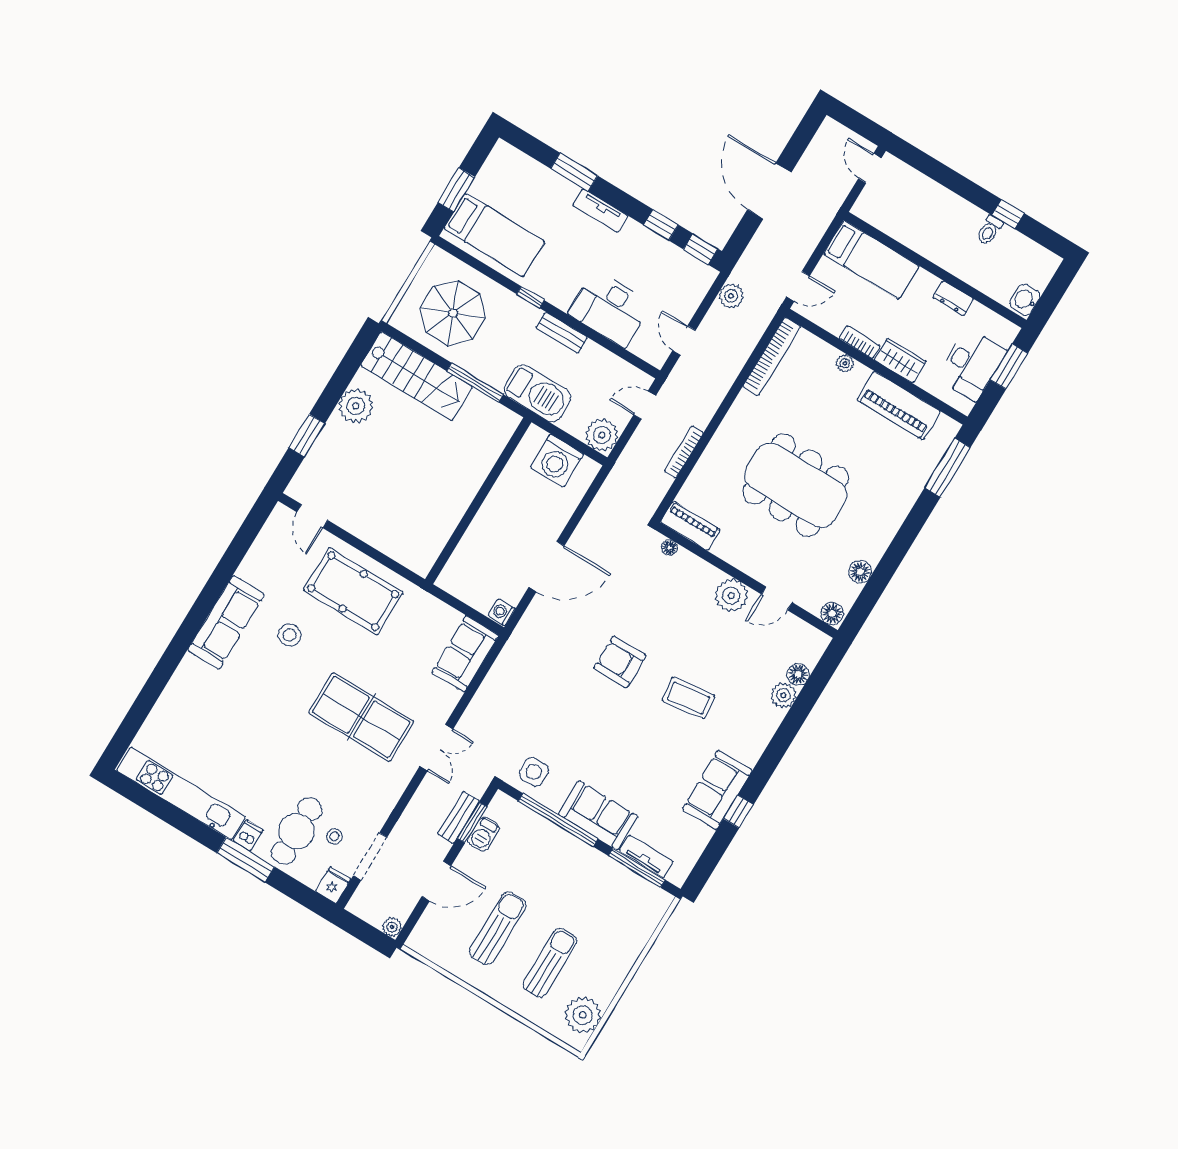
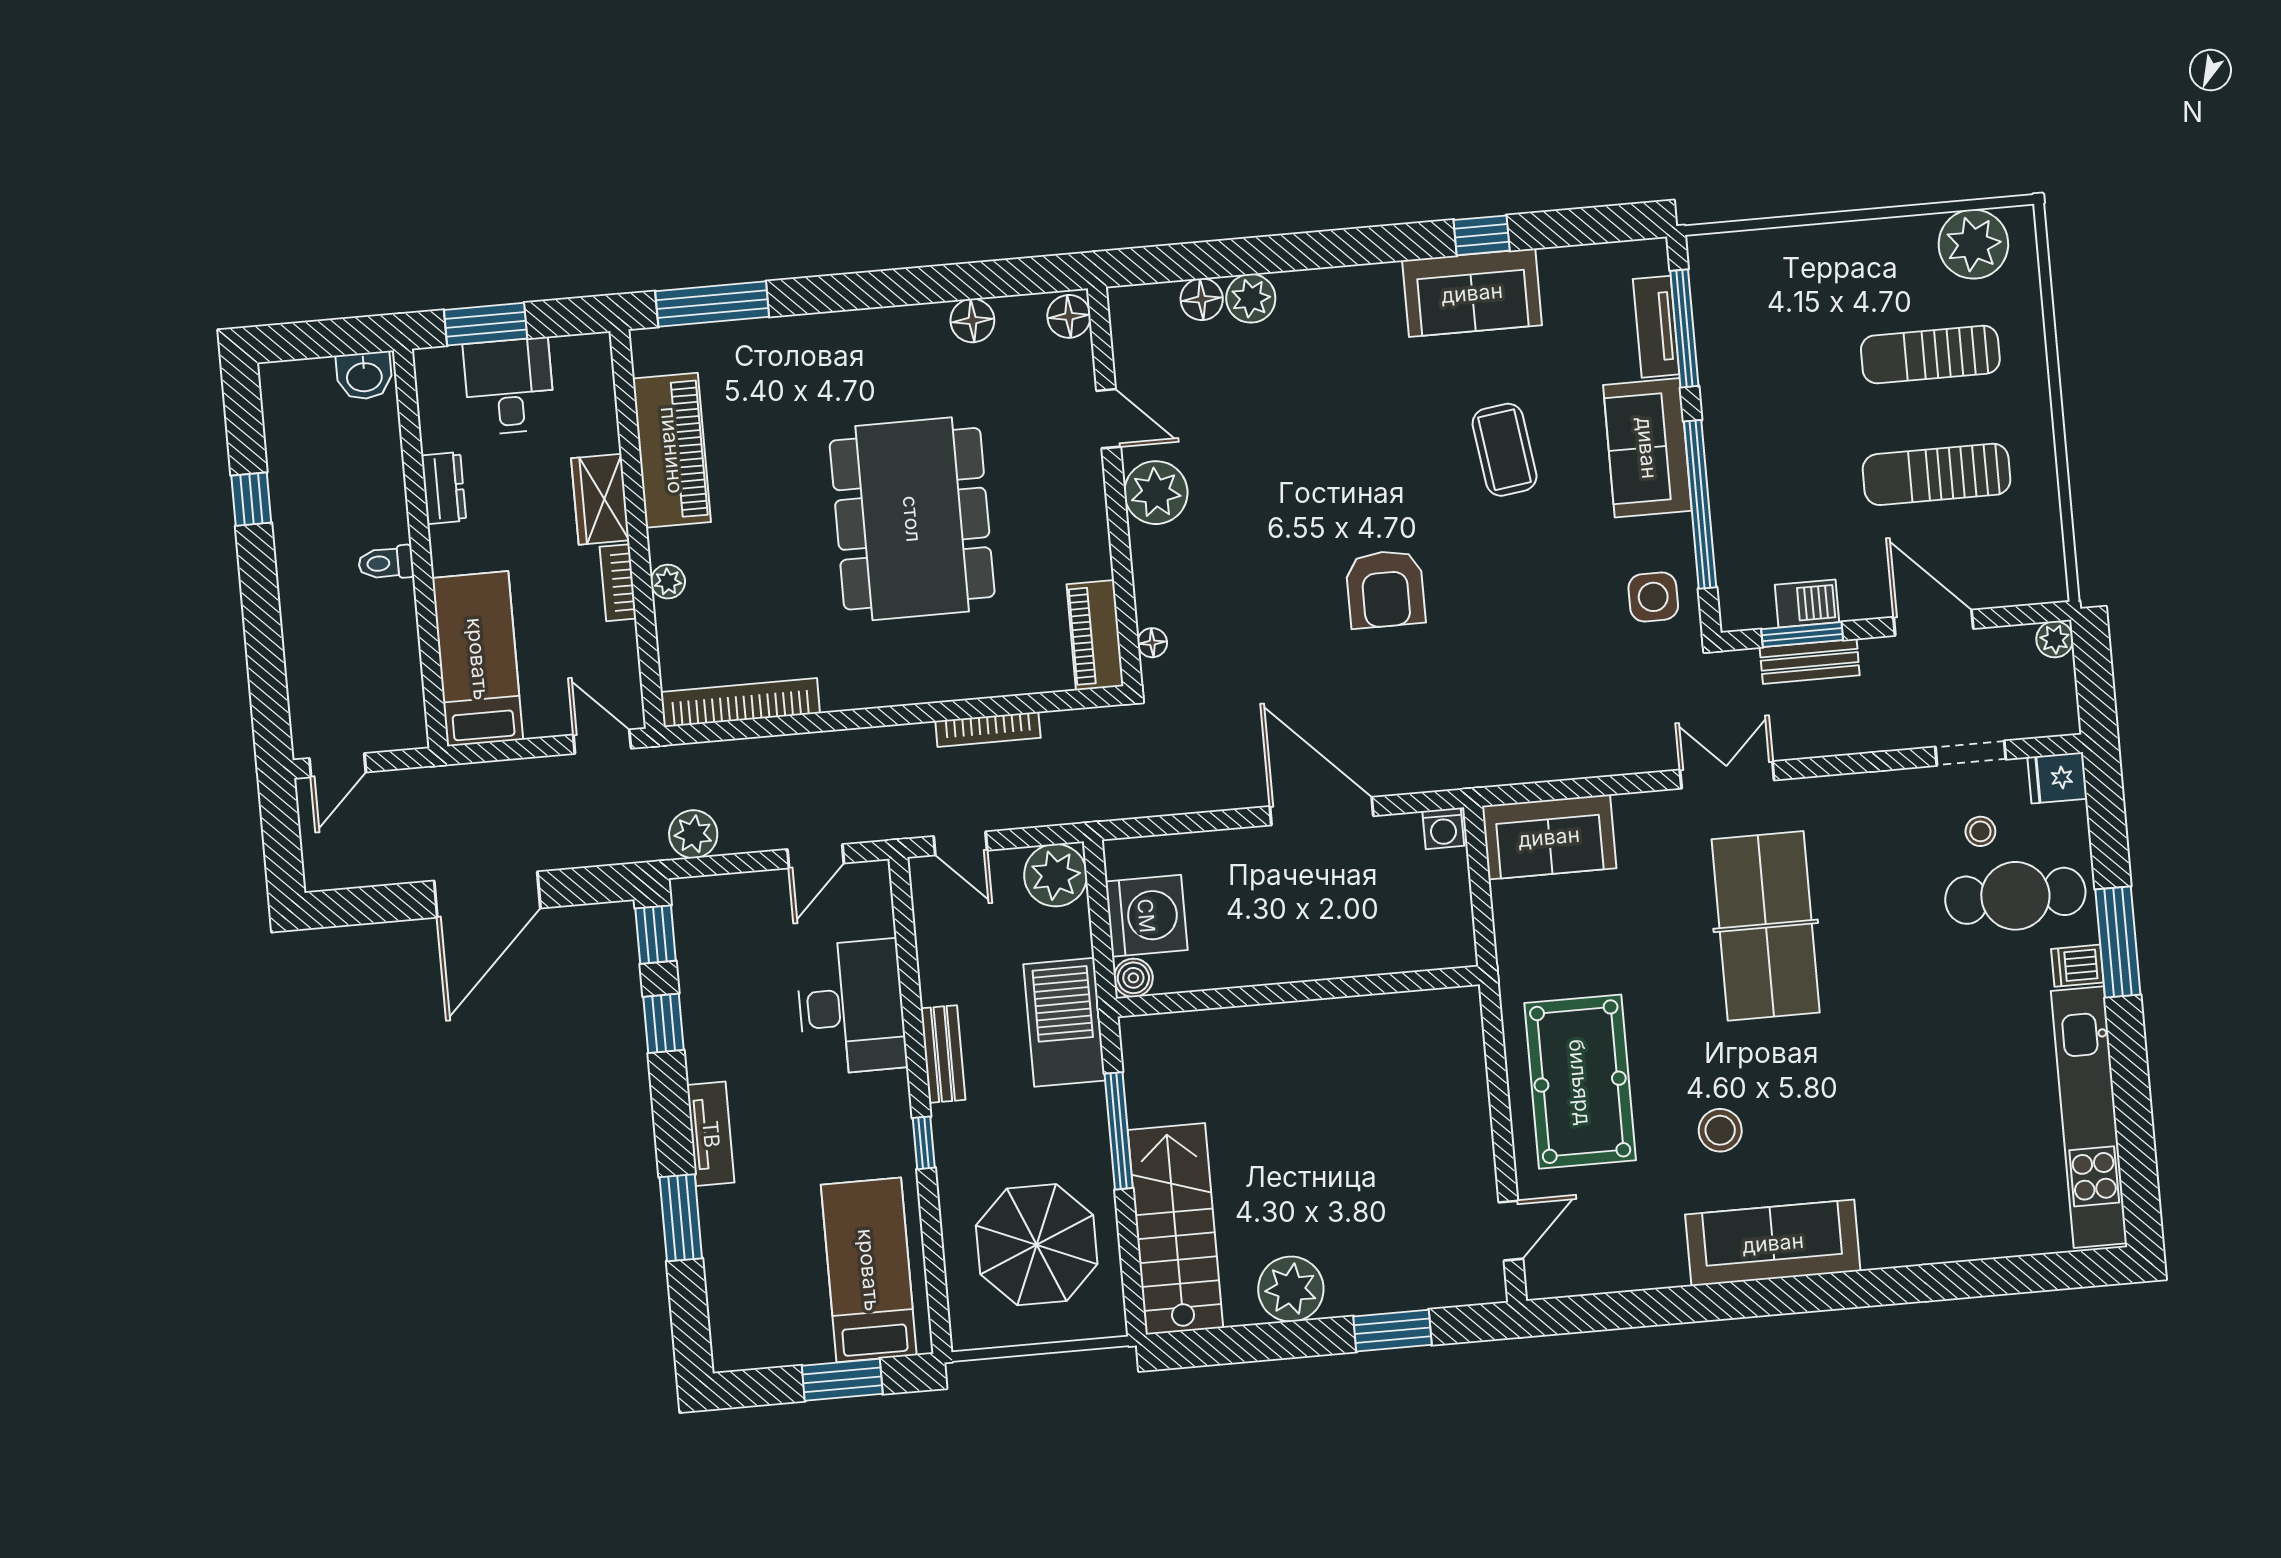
toilet: (990, 230) -> (386, 563), moved, turned 180
desk: (971, 364) -> (509, 386), width x0.73
boiler: (535, 436) -> (1133, 978), added
coffee table: (688, 698) -> (1505, 450), moved
doorway: (370, 856) -> (1971, 753), width x0.73

